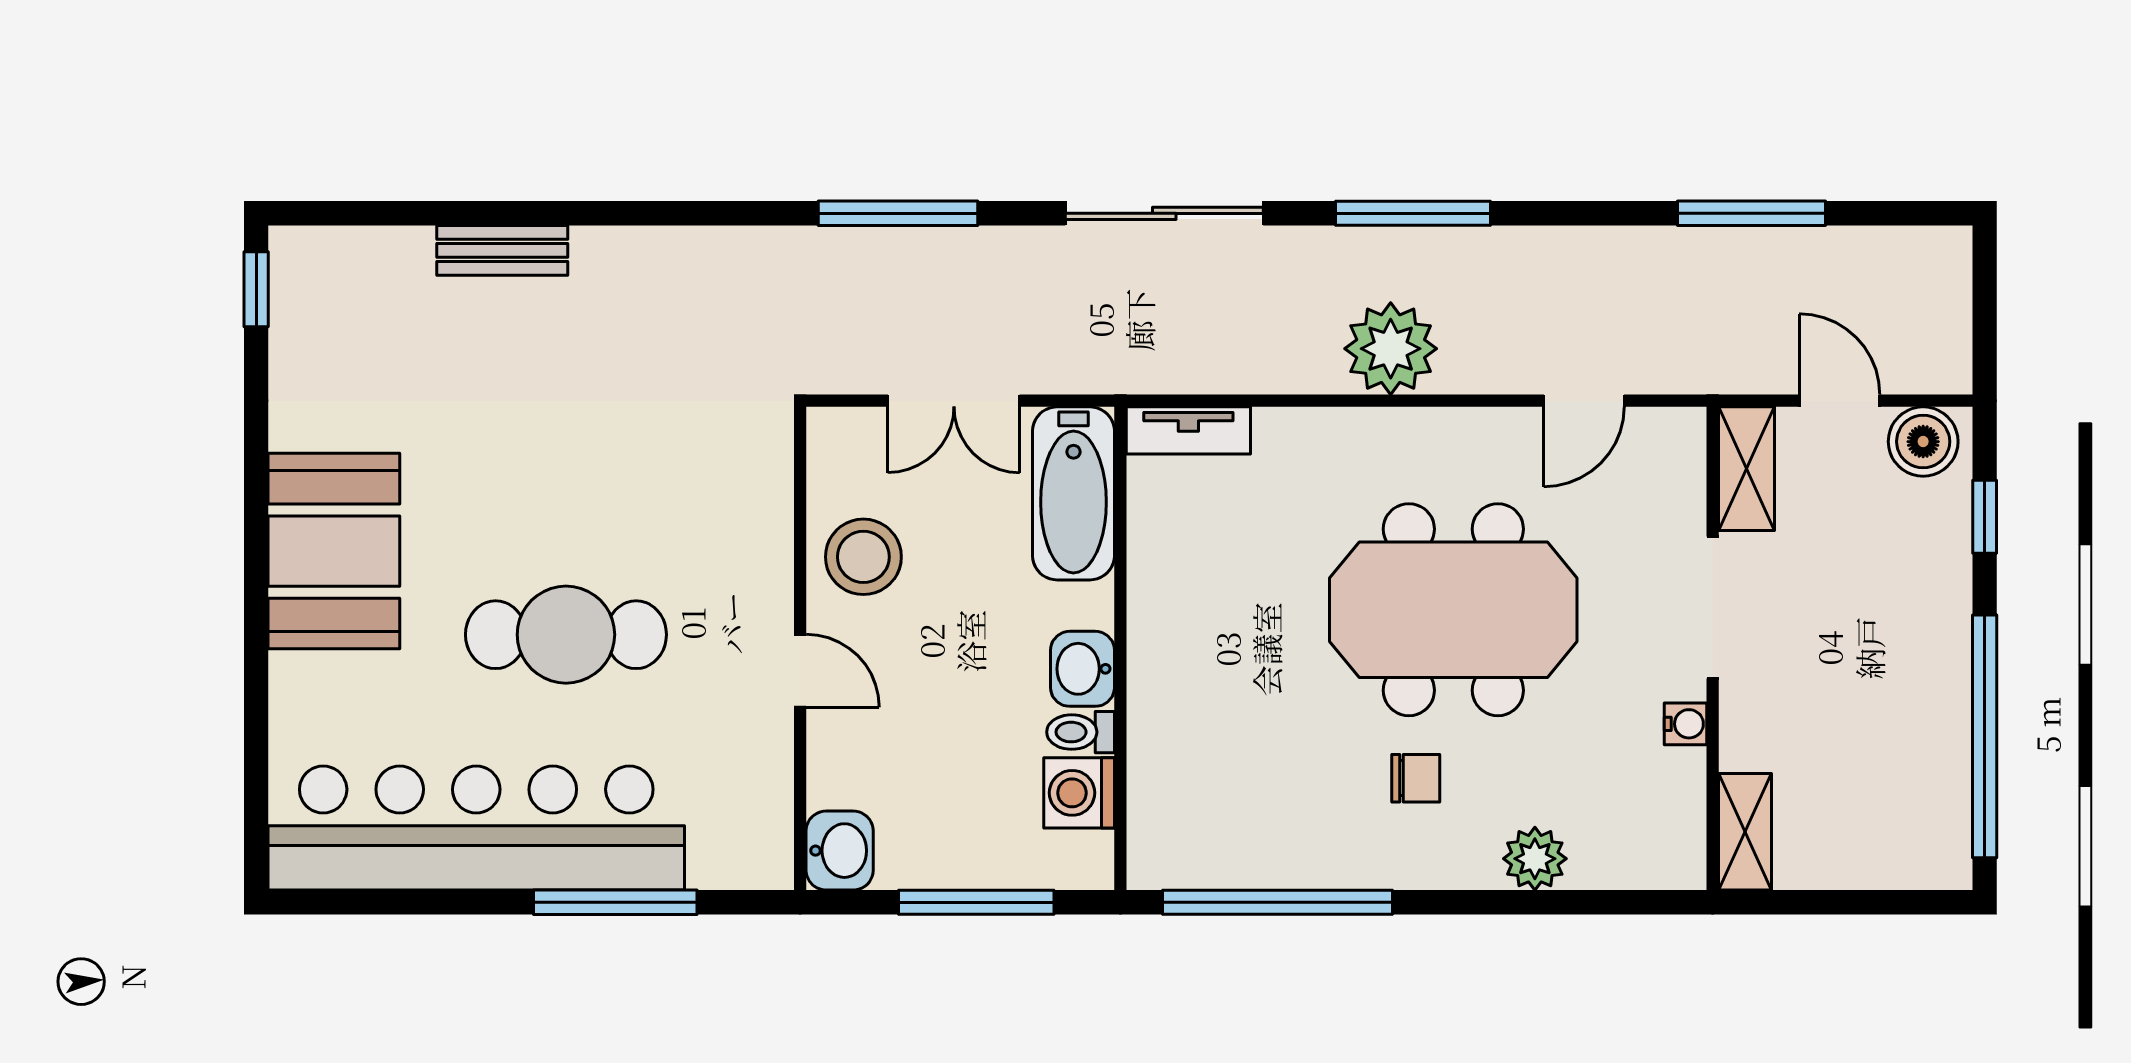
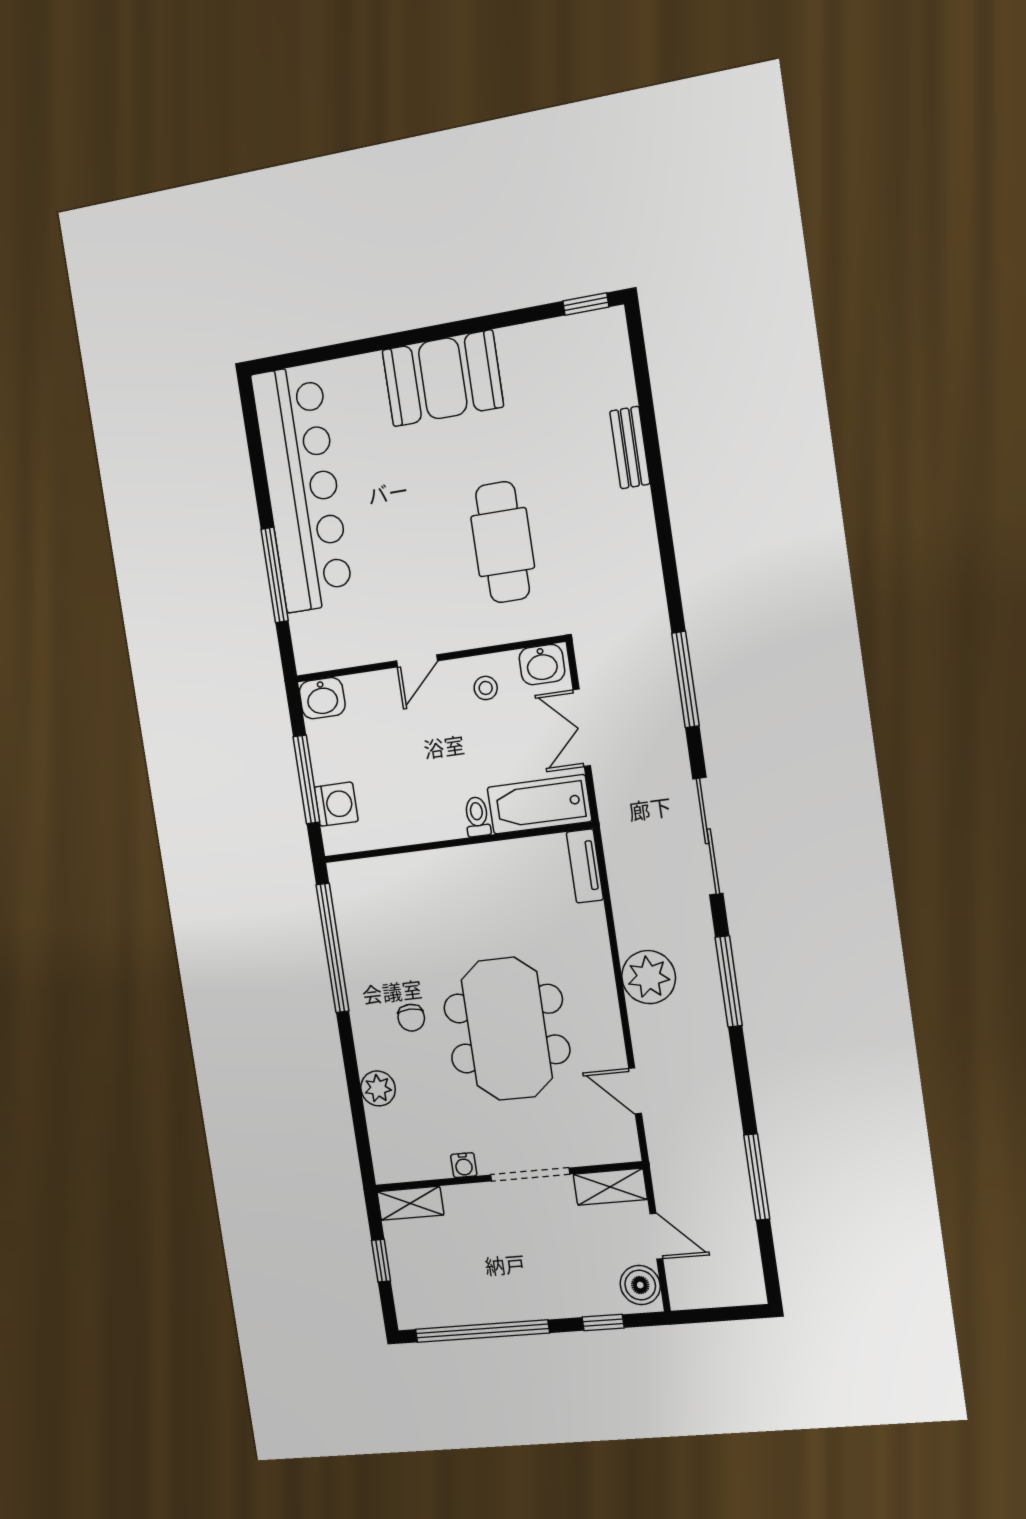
door: (1840, 401) -> (656, 1236), hinge flipped
stool: (863, 557) -> (486, 688), width x0.53, depth x0.53
cafe table: (566, 635) -> (503, 542), moved
washbasin: (1083, 669) -> (542, 665), moved, turned 180
toilet: (1081, 732) -> (477, 817), moved
washing machine: (1079, 793) -> (336, 804), moved, turned 90
window: (1844, 902) -> (381, 1261), added

